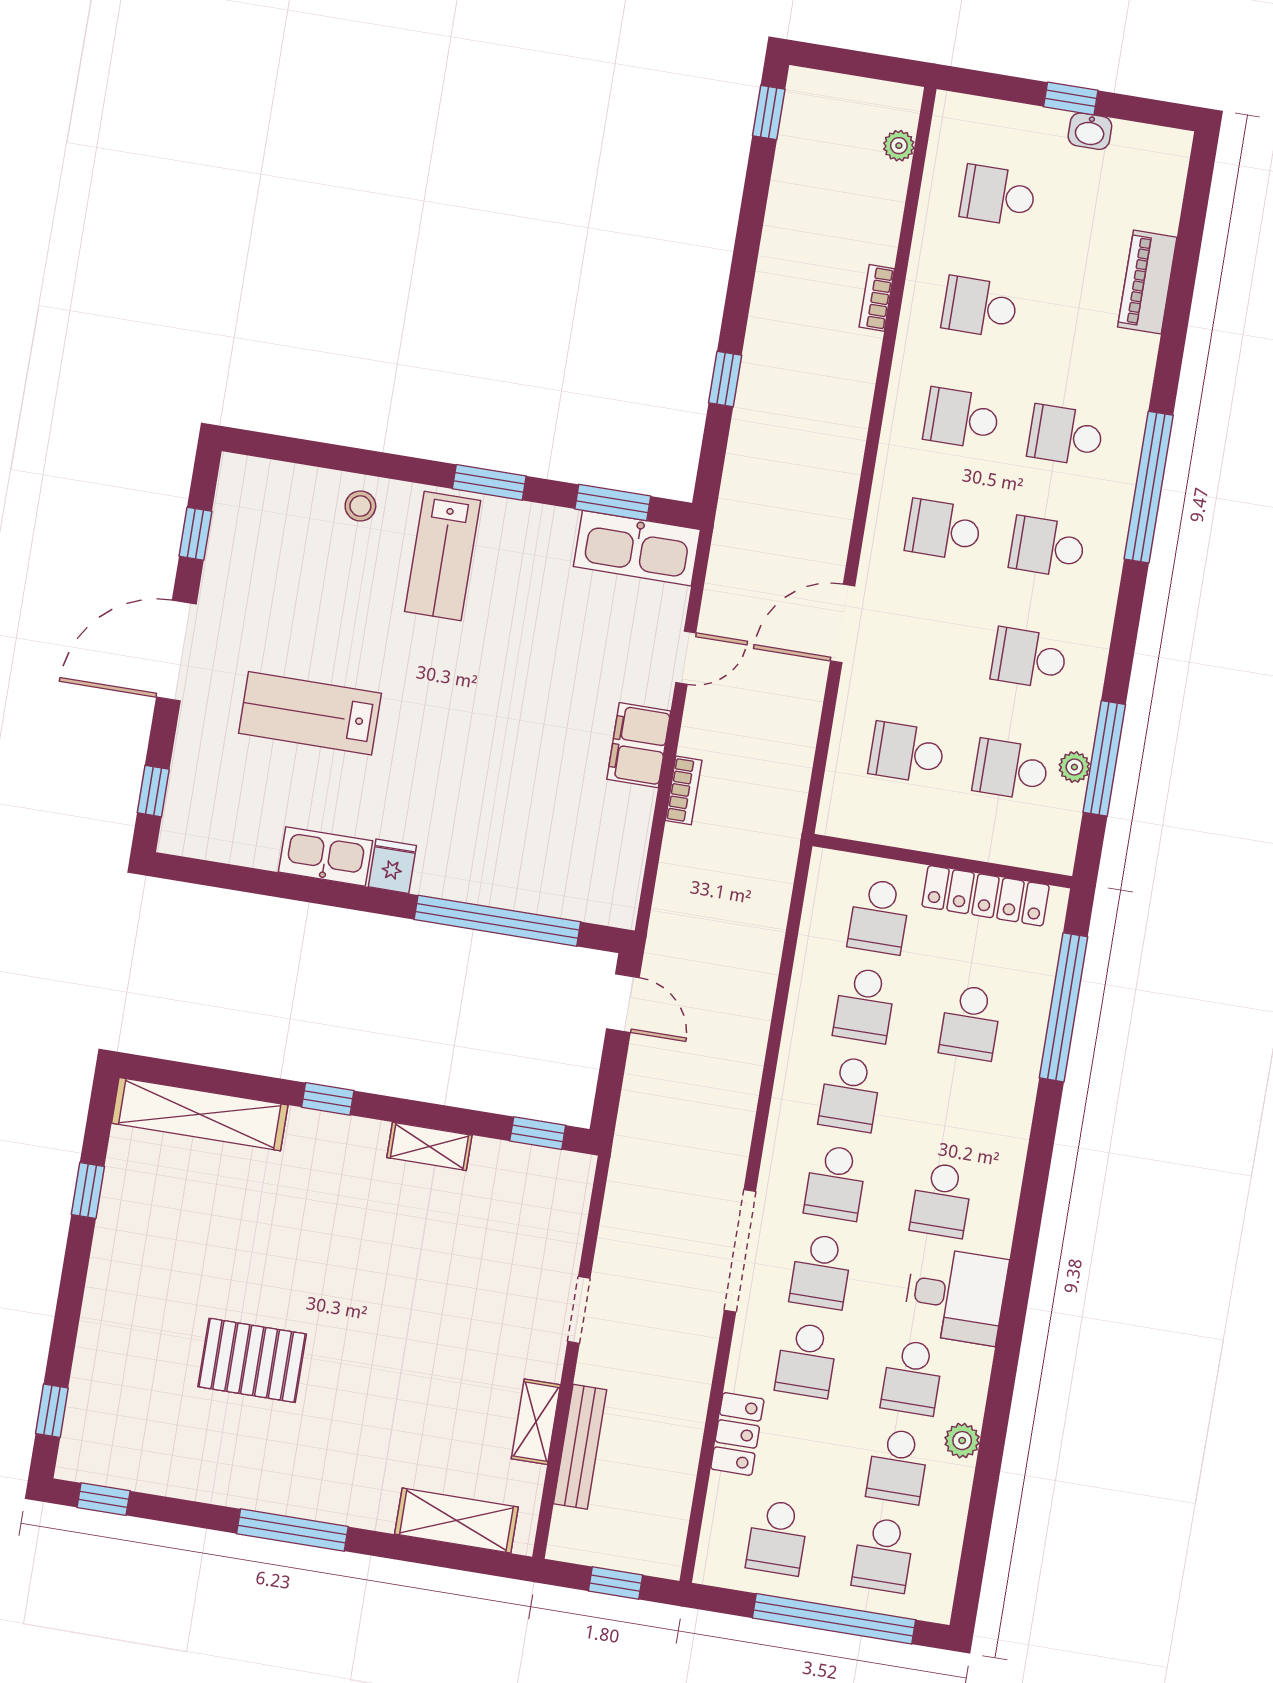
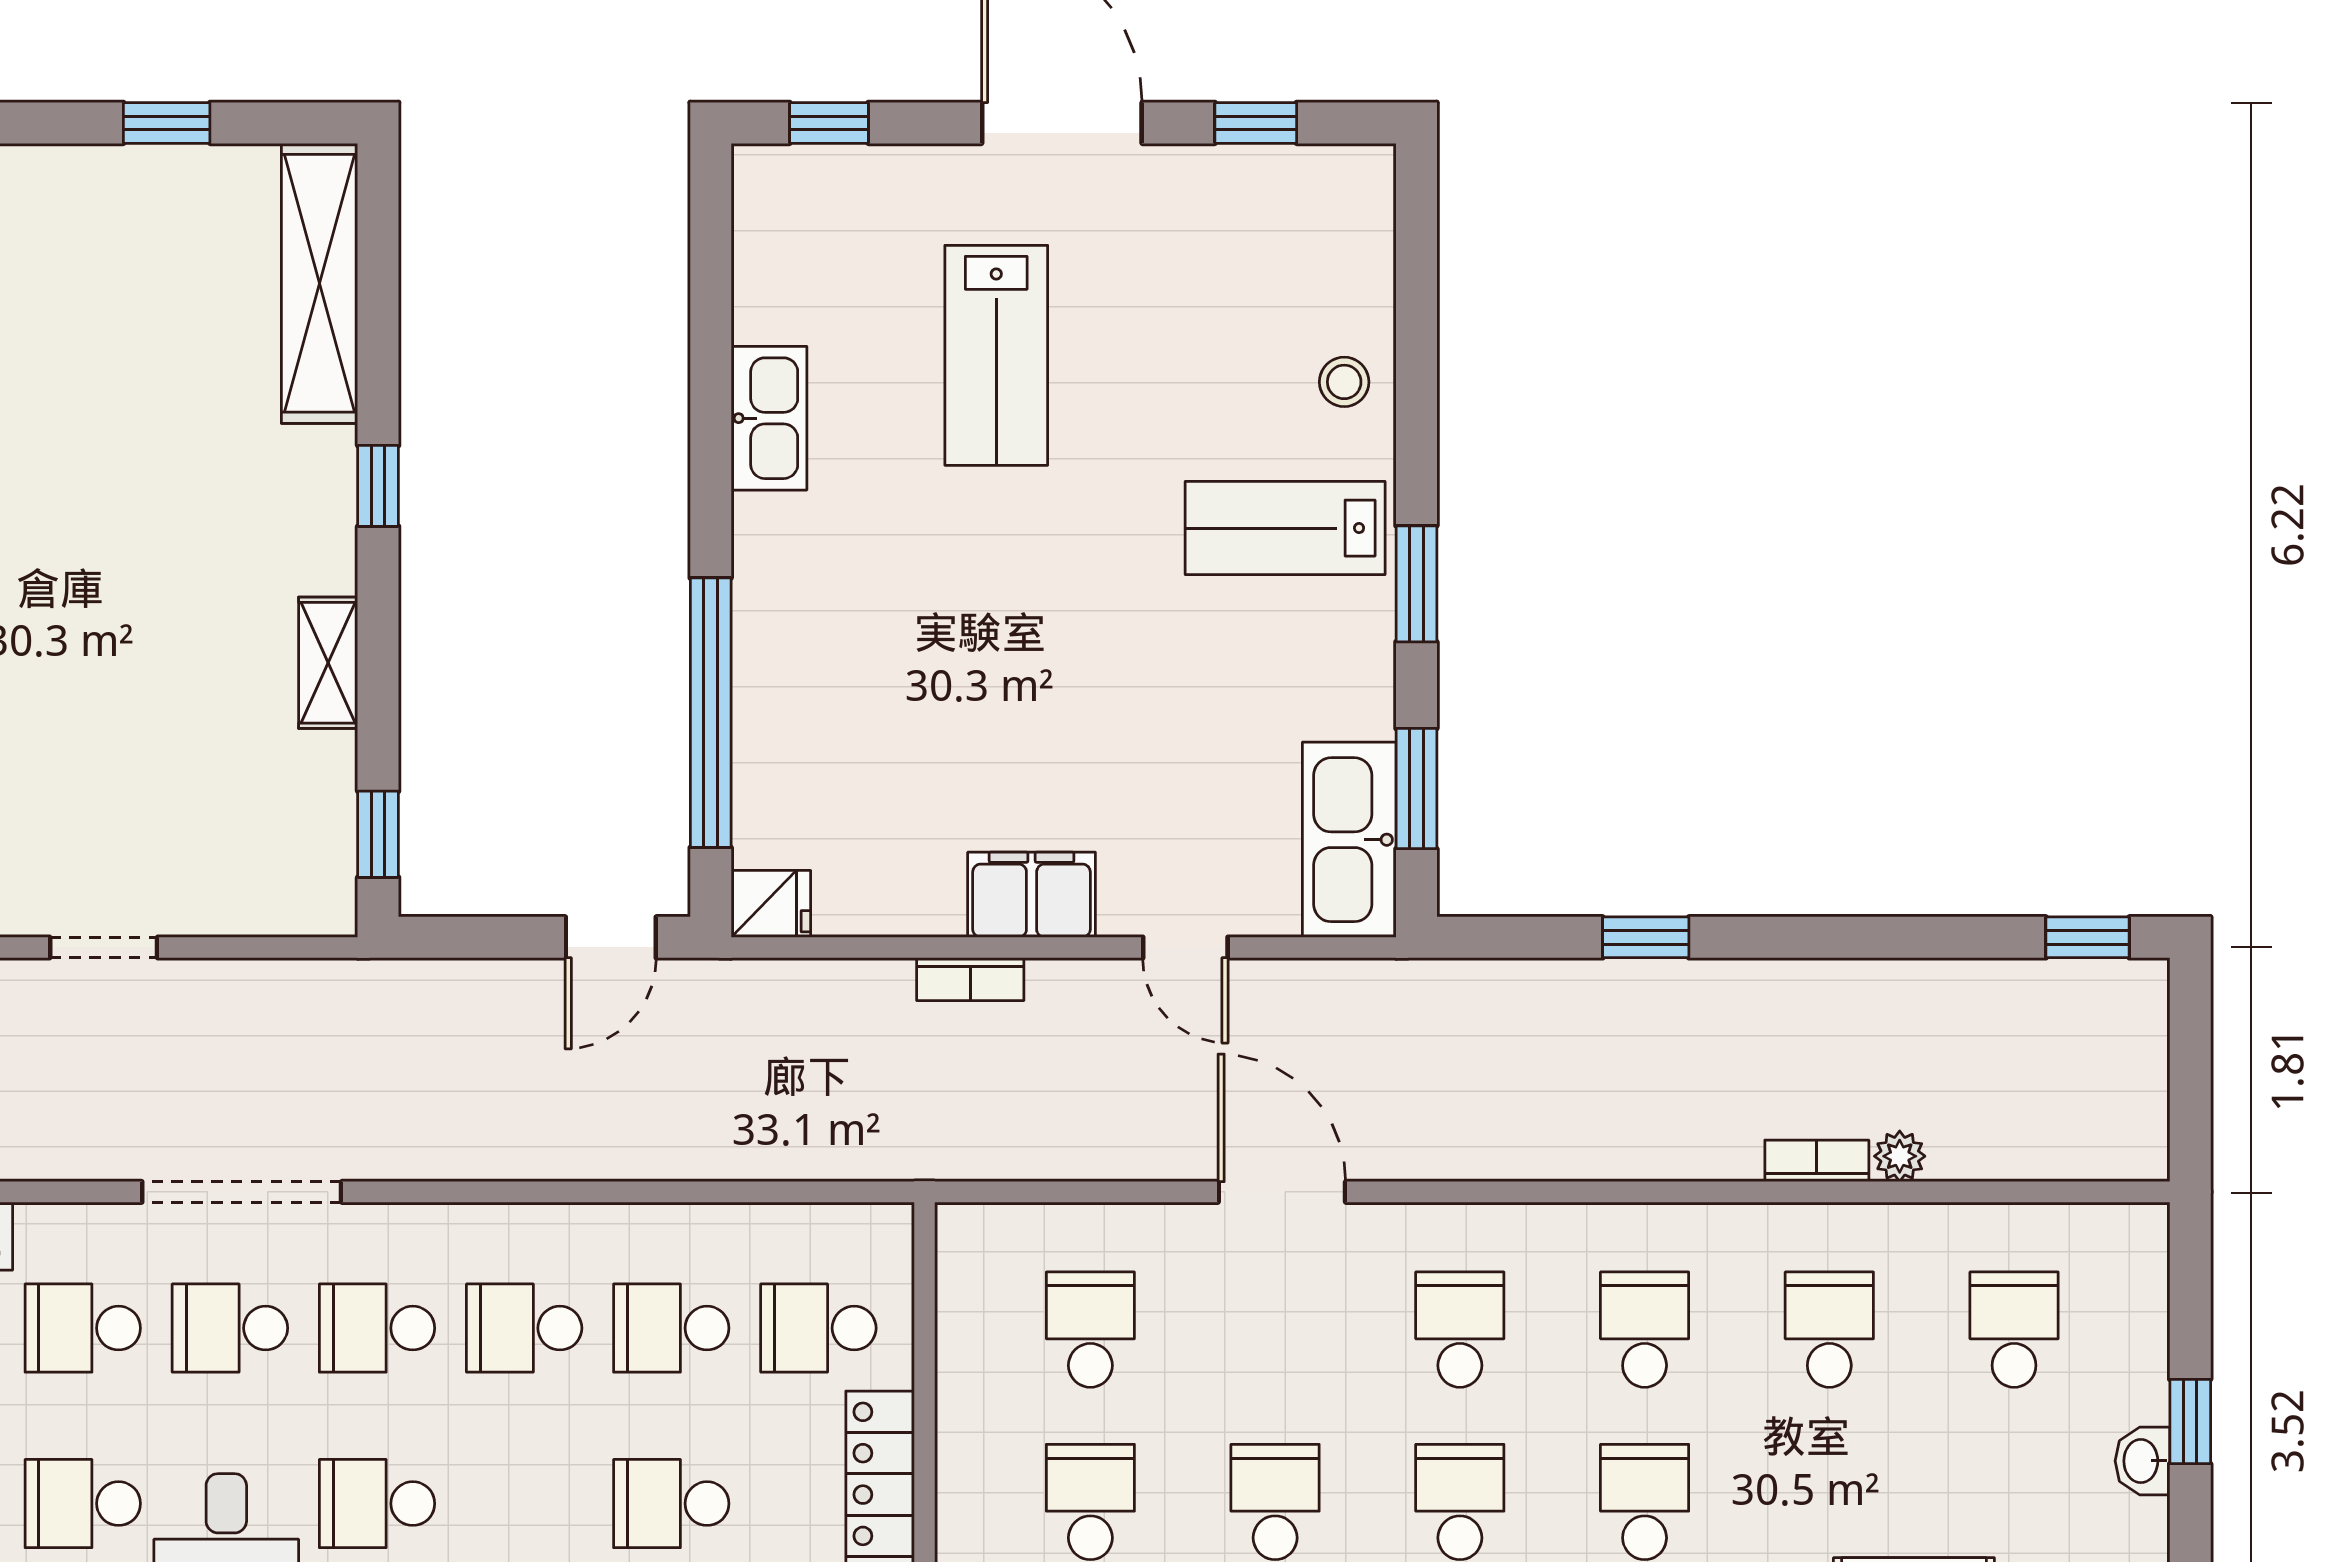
plant: (899, 146) -> (1900, 1156), moved
lab bench: (310, 713) -> (996, 355), turned 180
fridge: (392, 866) -> (771, 904), moved

